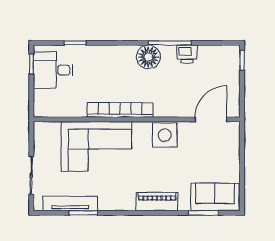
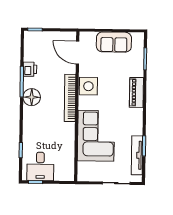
bookcase: (120, 110) -> (70, 98), moved
sofa: (215, 197) -> (114, 42), moved, turned -90

